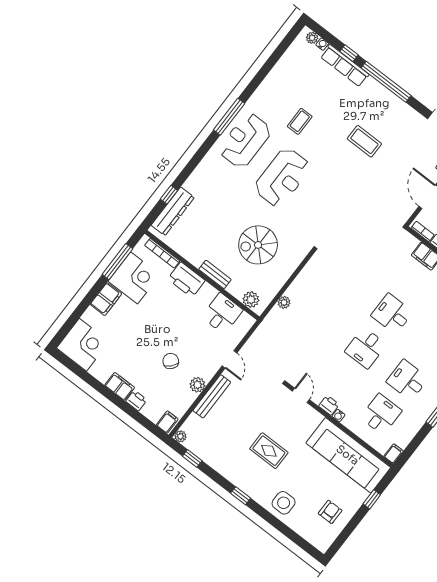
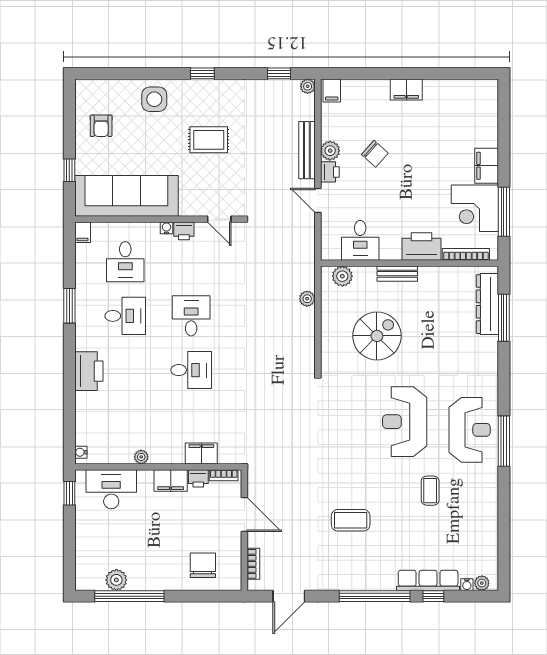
window: (169, 195) -> (504, 318), width x2.17
corner desk: (83, 345) -> (475, 103), removed
printer: (136, 401) -> (330, 172), moved, turned -90

